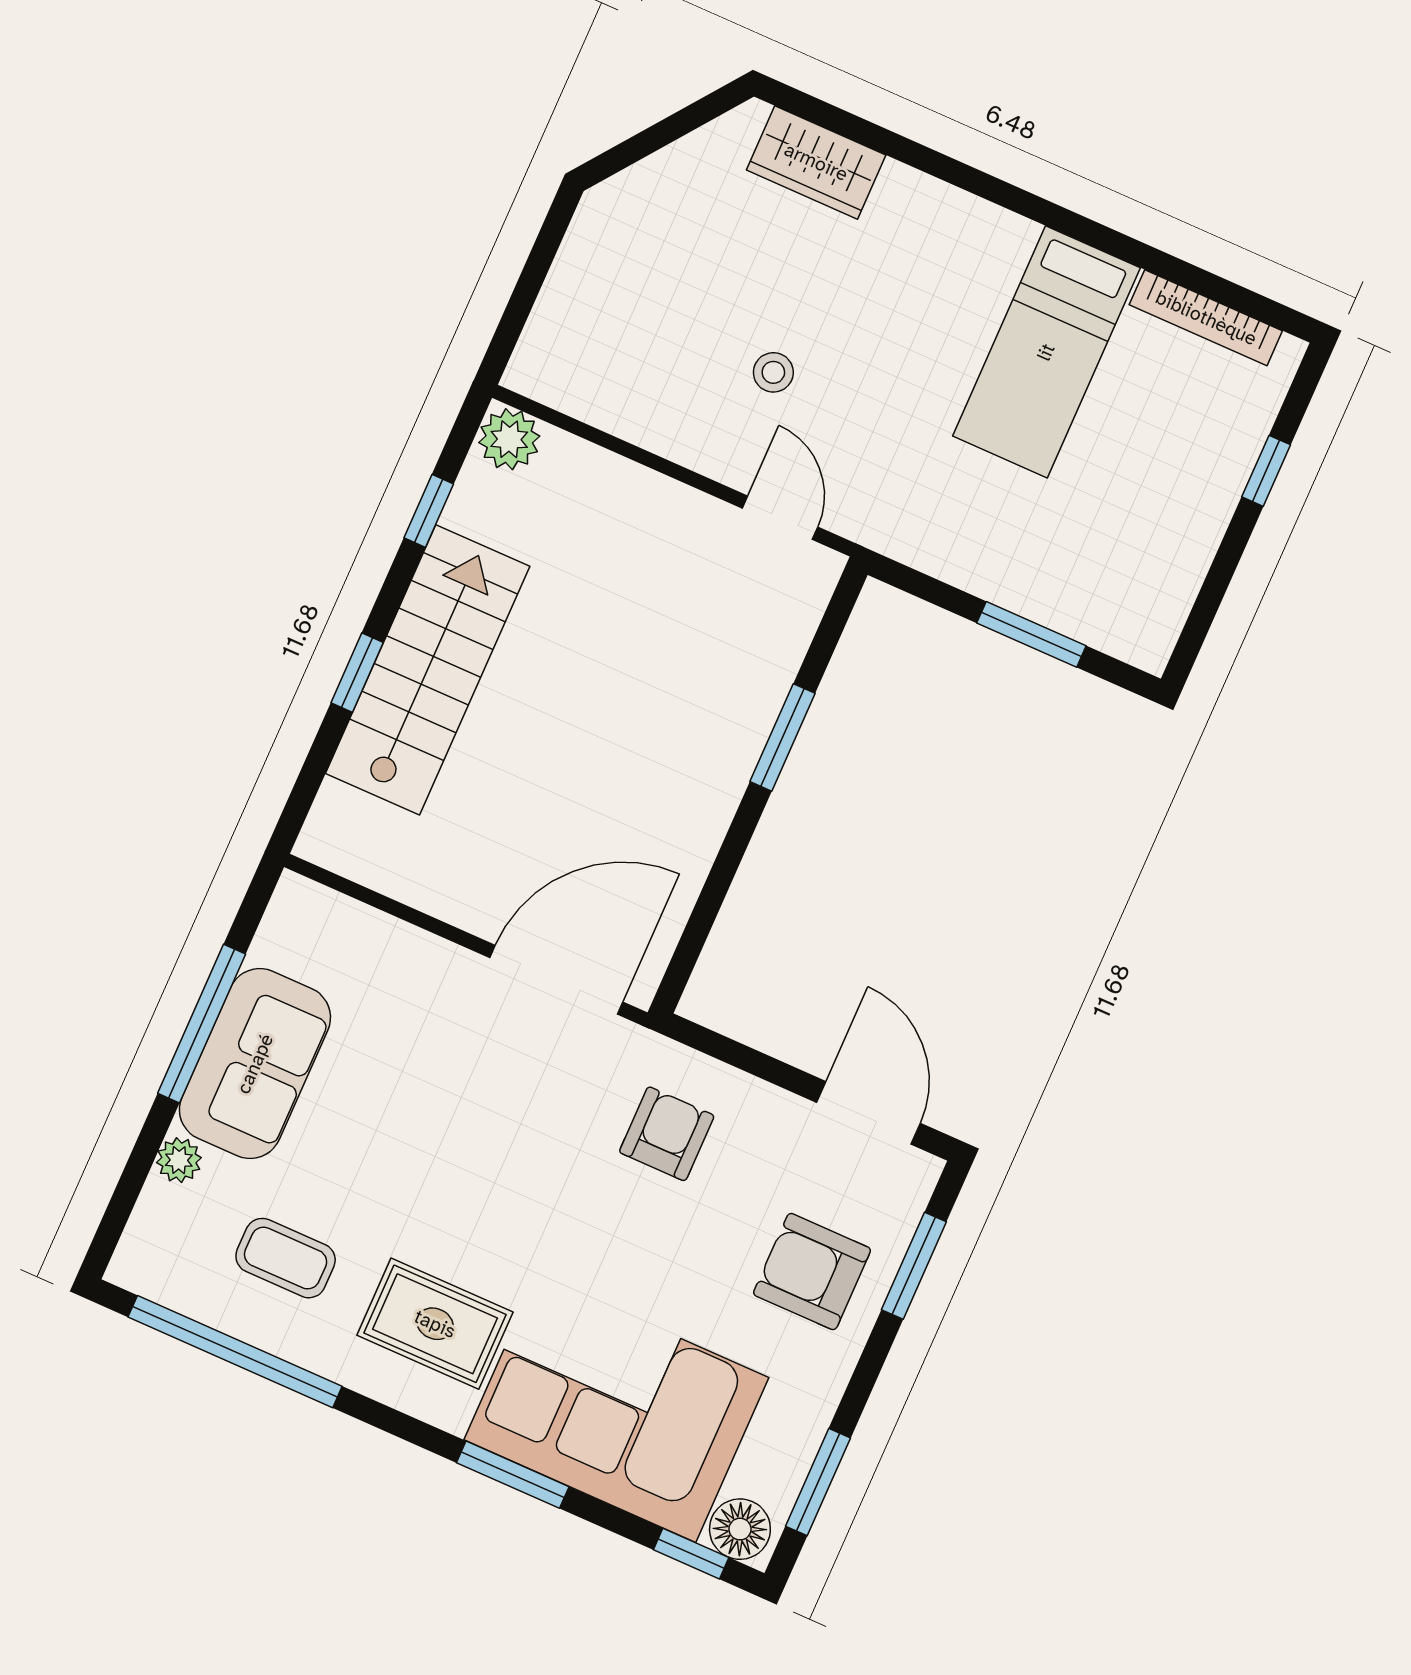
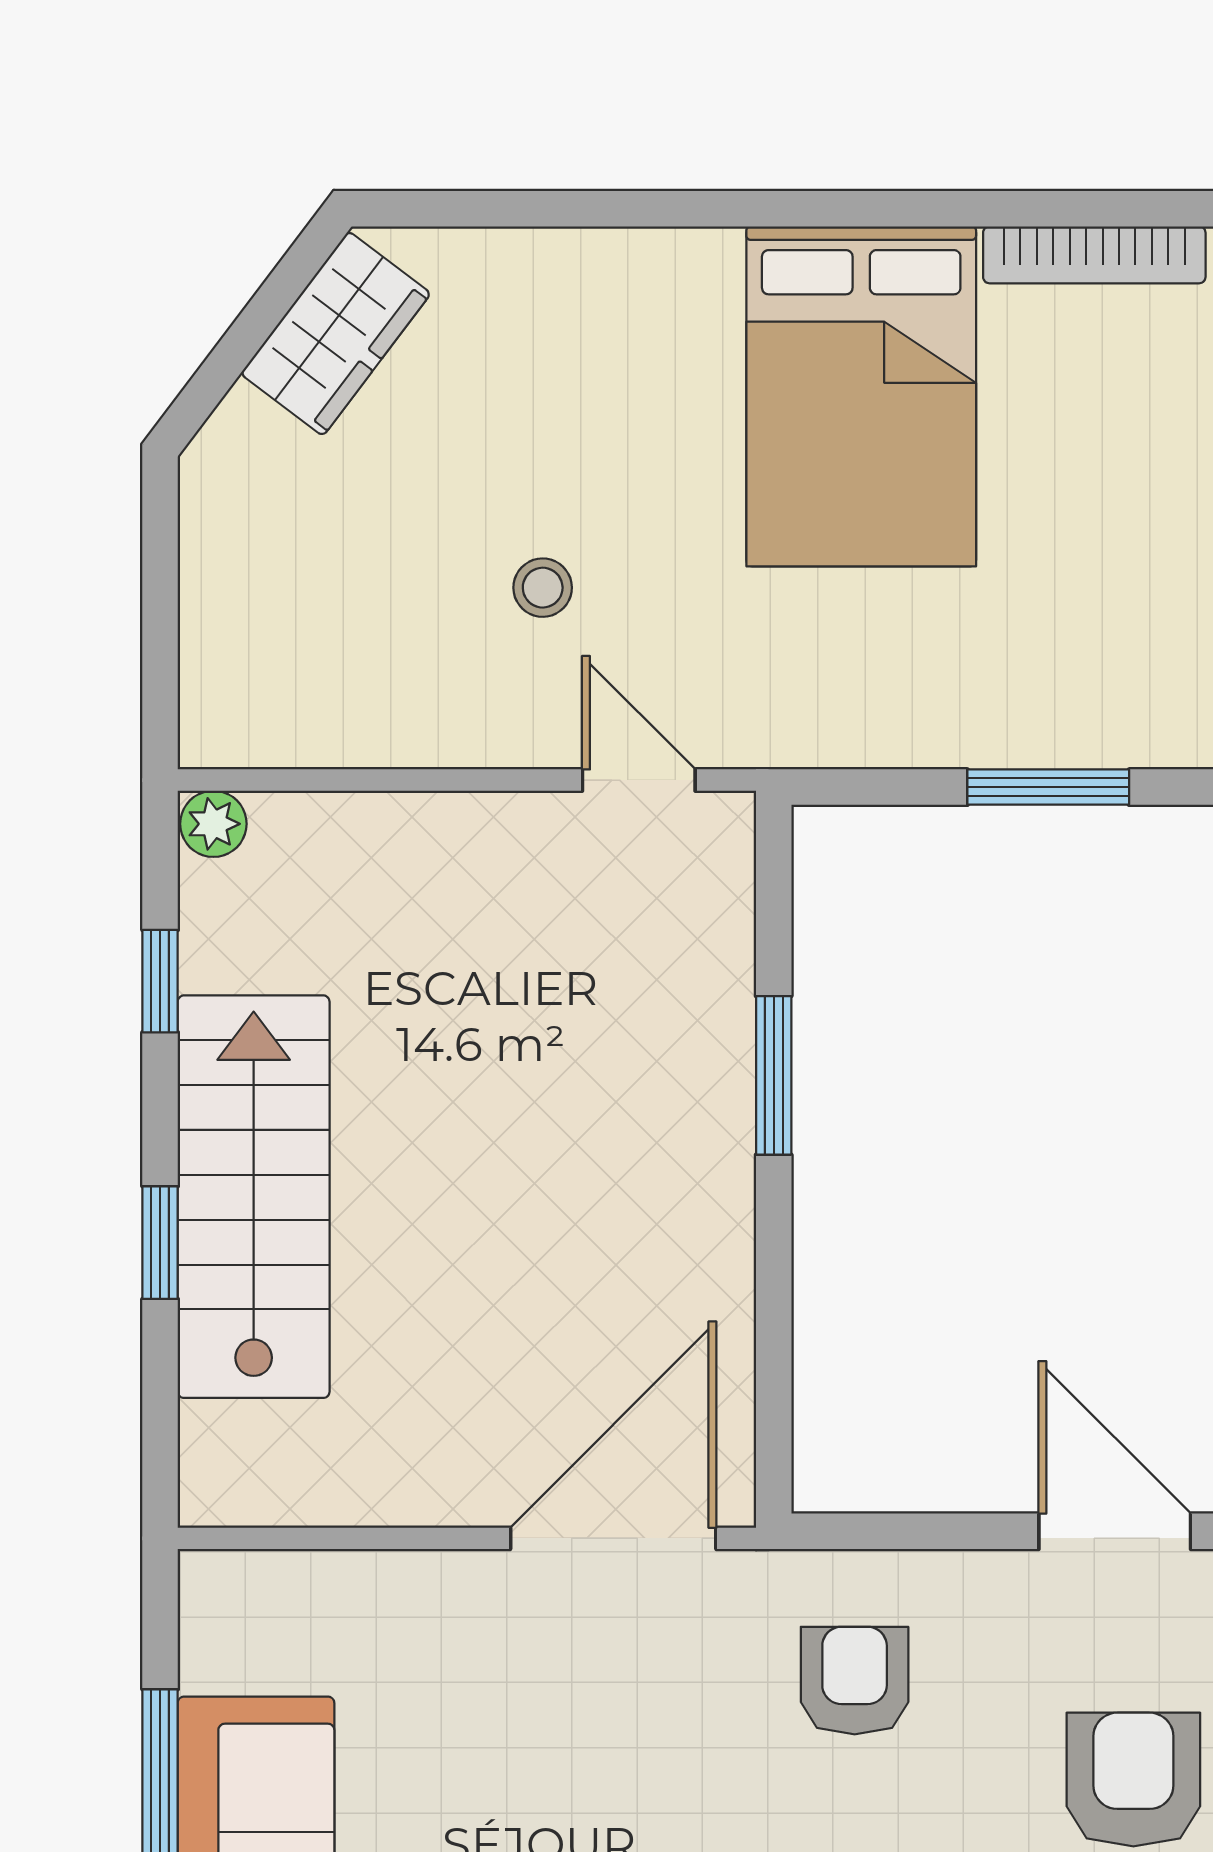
wardrobe: (816, 162) -> (336, 334), moved, turned -53
bed: (1046, 352) -> (861, 396), width x1.50
plant: (509, 439) -> (213, 824), width x0.73, depth x0.73
armchair: (812, 1272) -> (1133, 1780), turned 90

